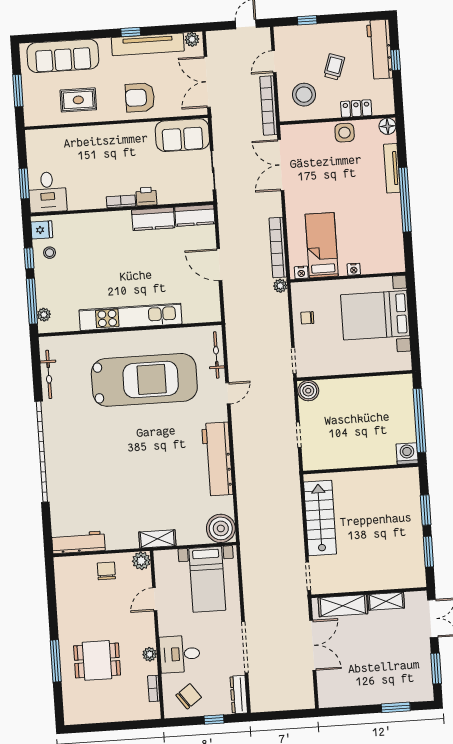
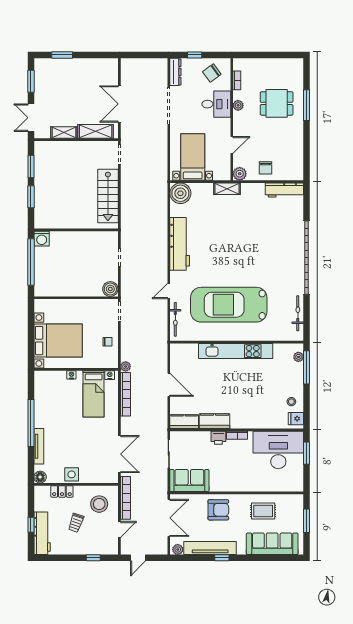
desk: (47, 192) -> (278, 450), width x1.87, depth x1.30
window: (29, 258) -> (307, 398), removed

